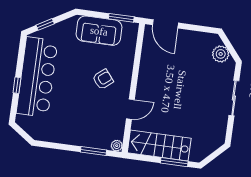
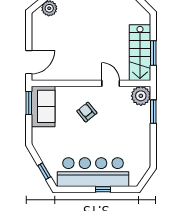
sofa: (99, 31) -> (43, 106), moved
plant: (117, 146) -> (141, 96), width x1.87, depth x1.87
window: (174, 162) -> (153, 53), moved

